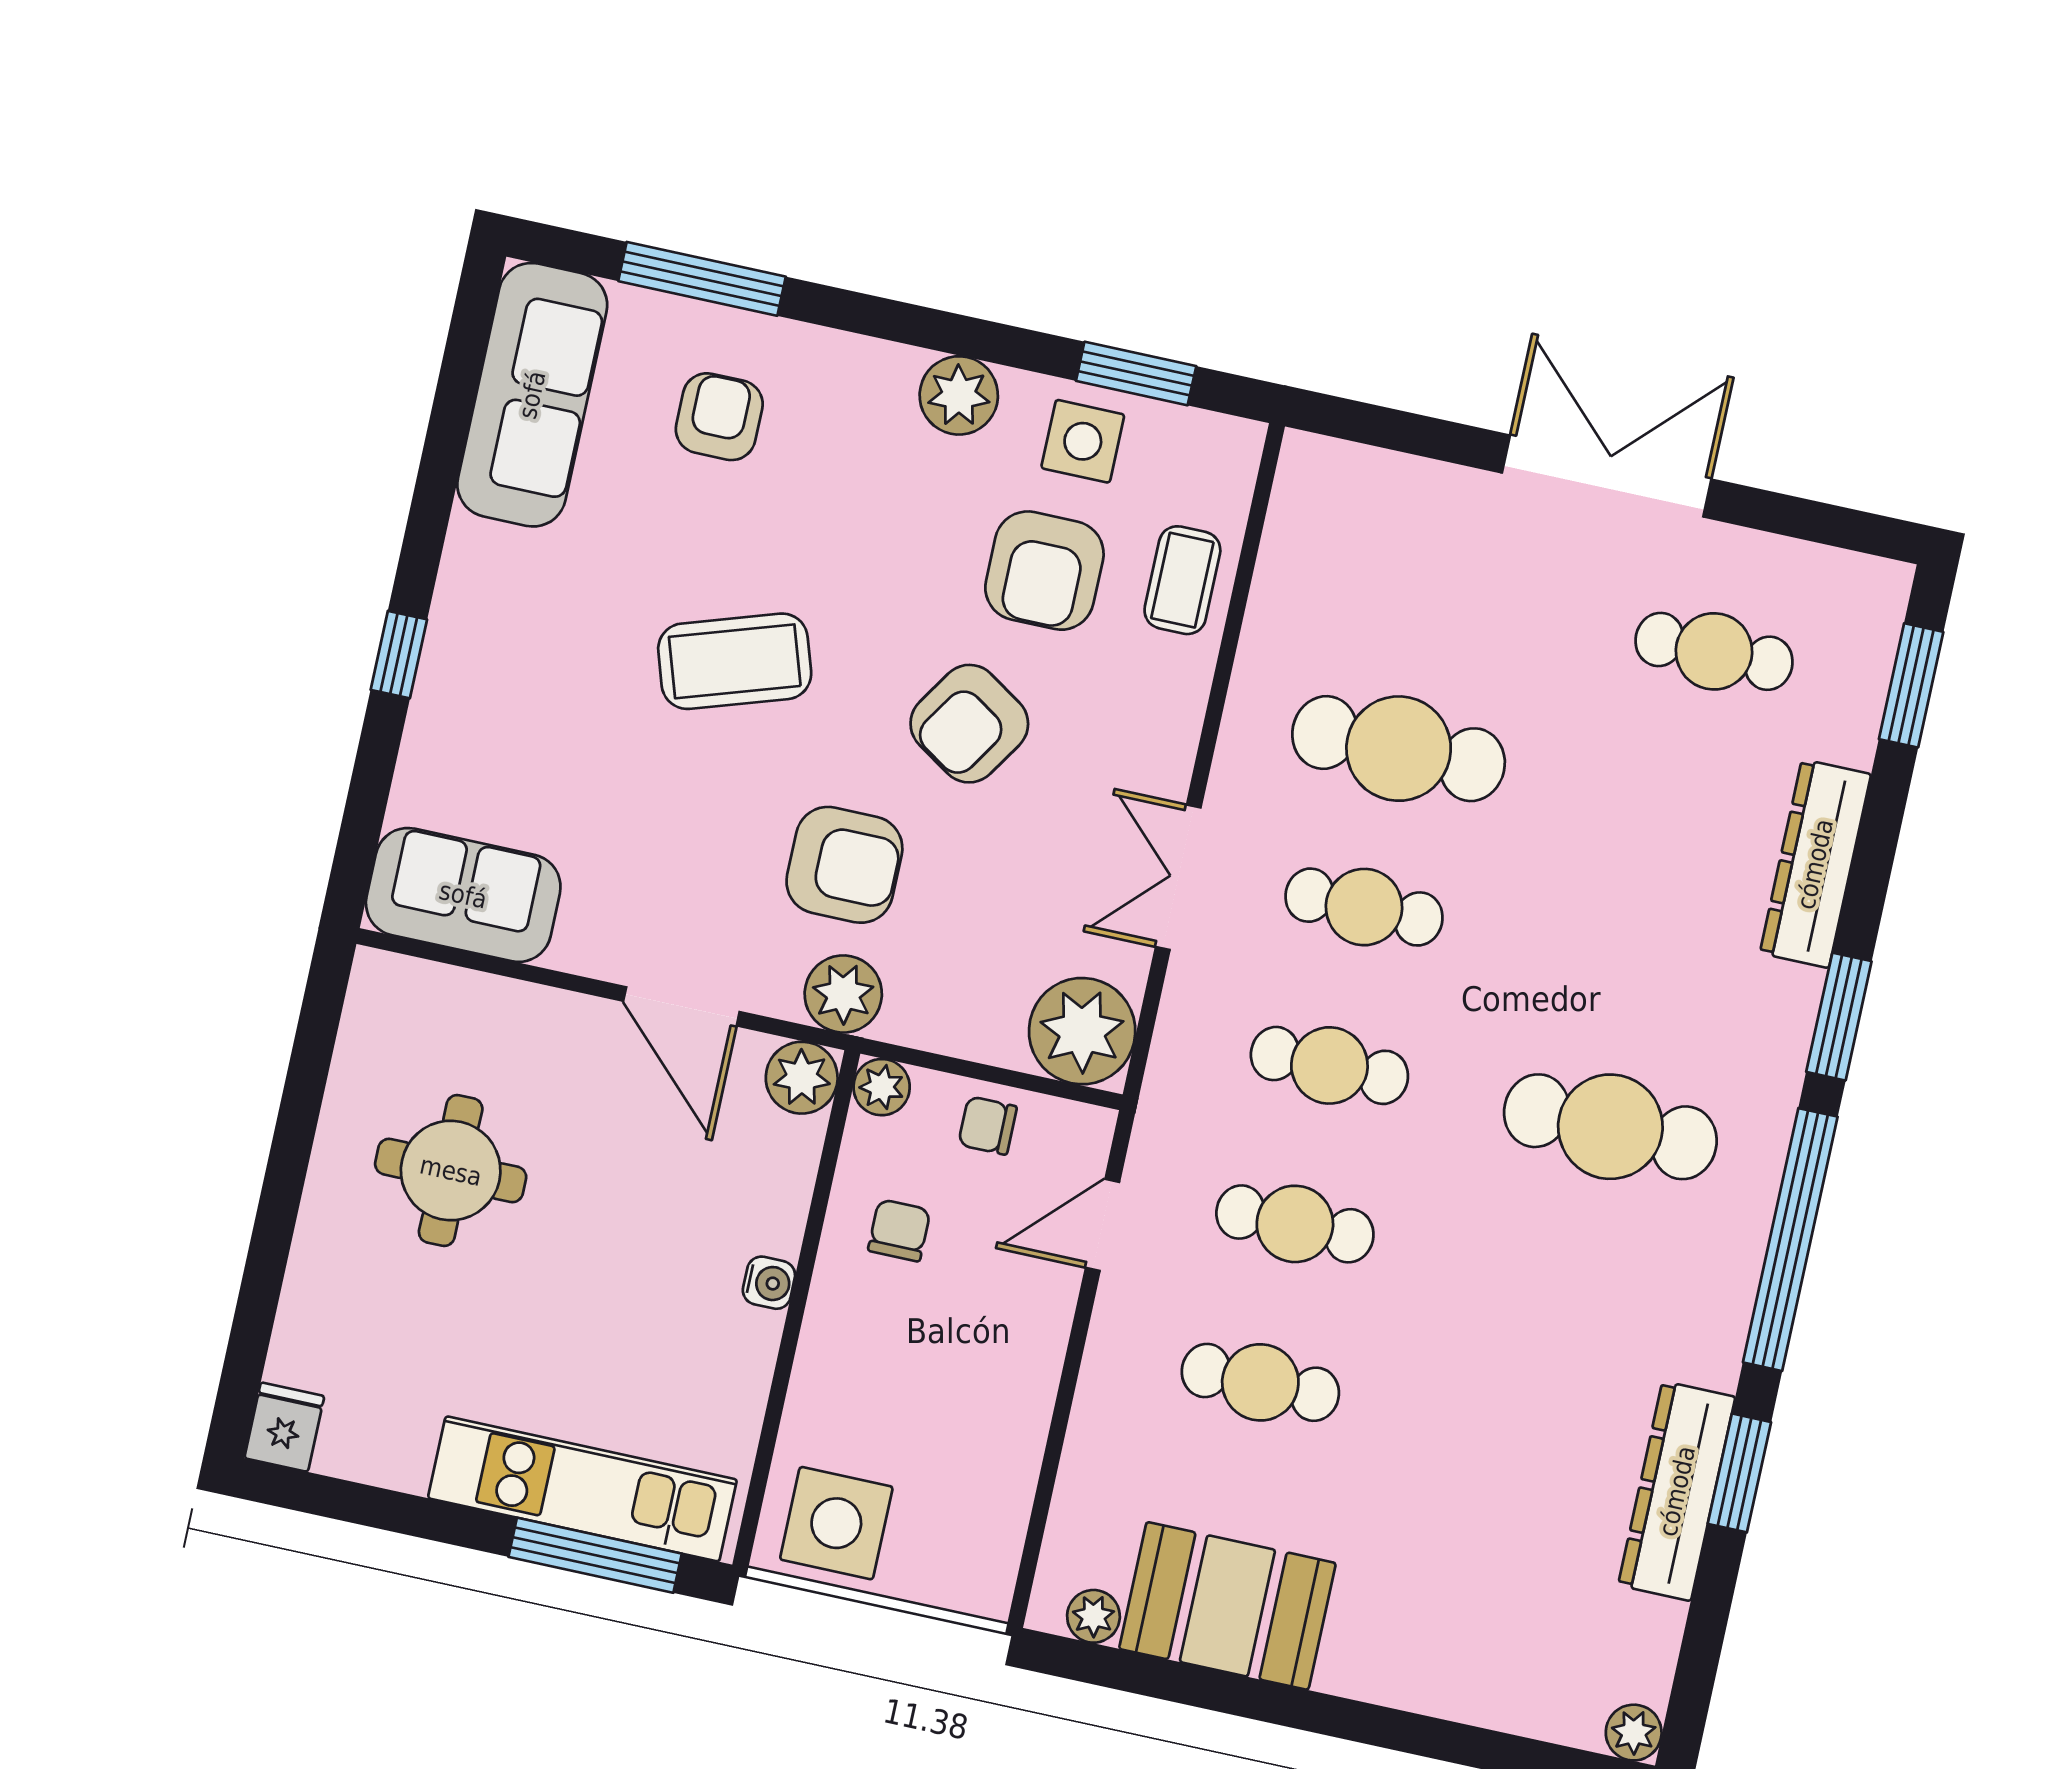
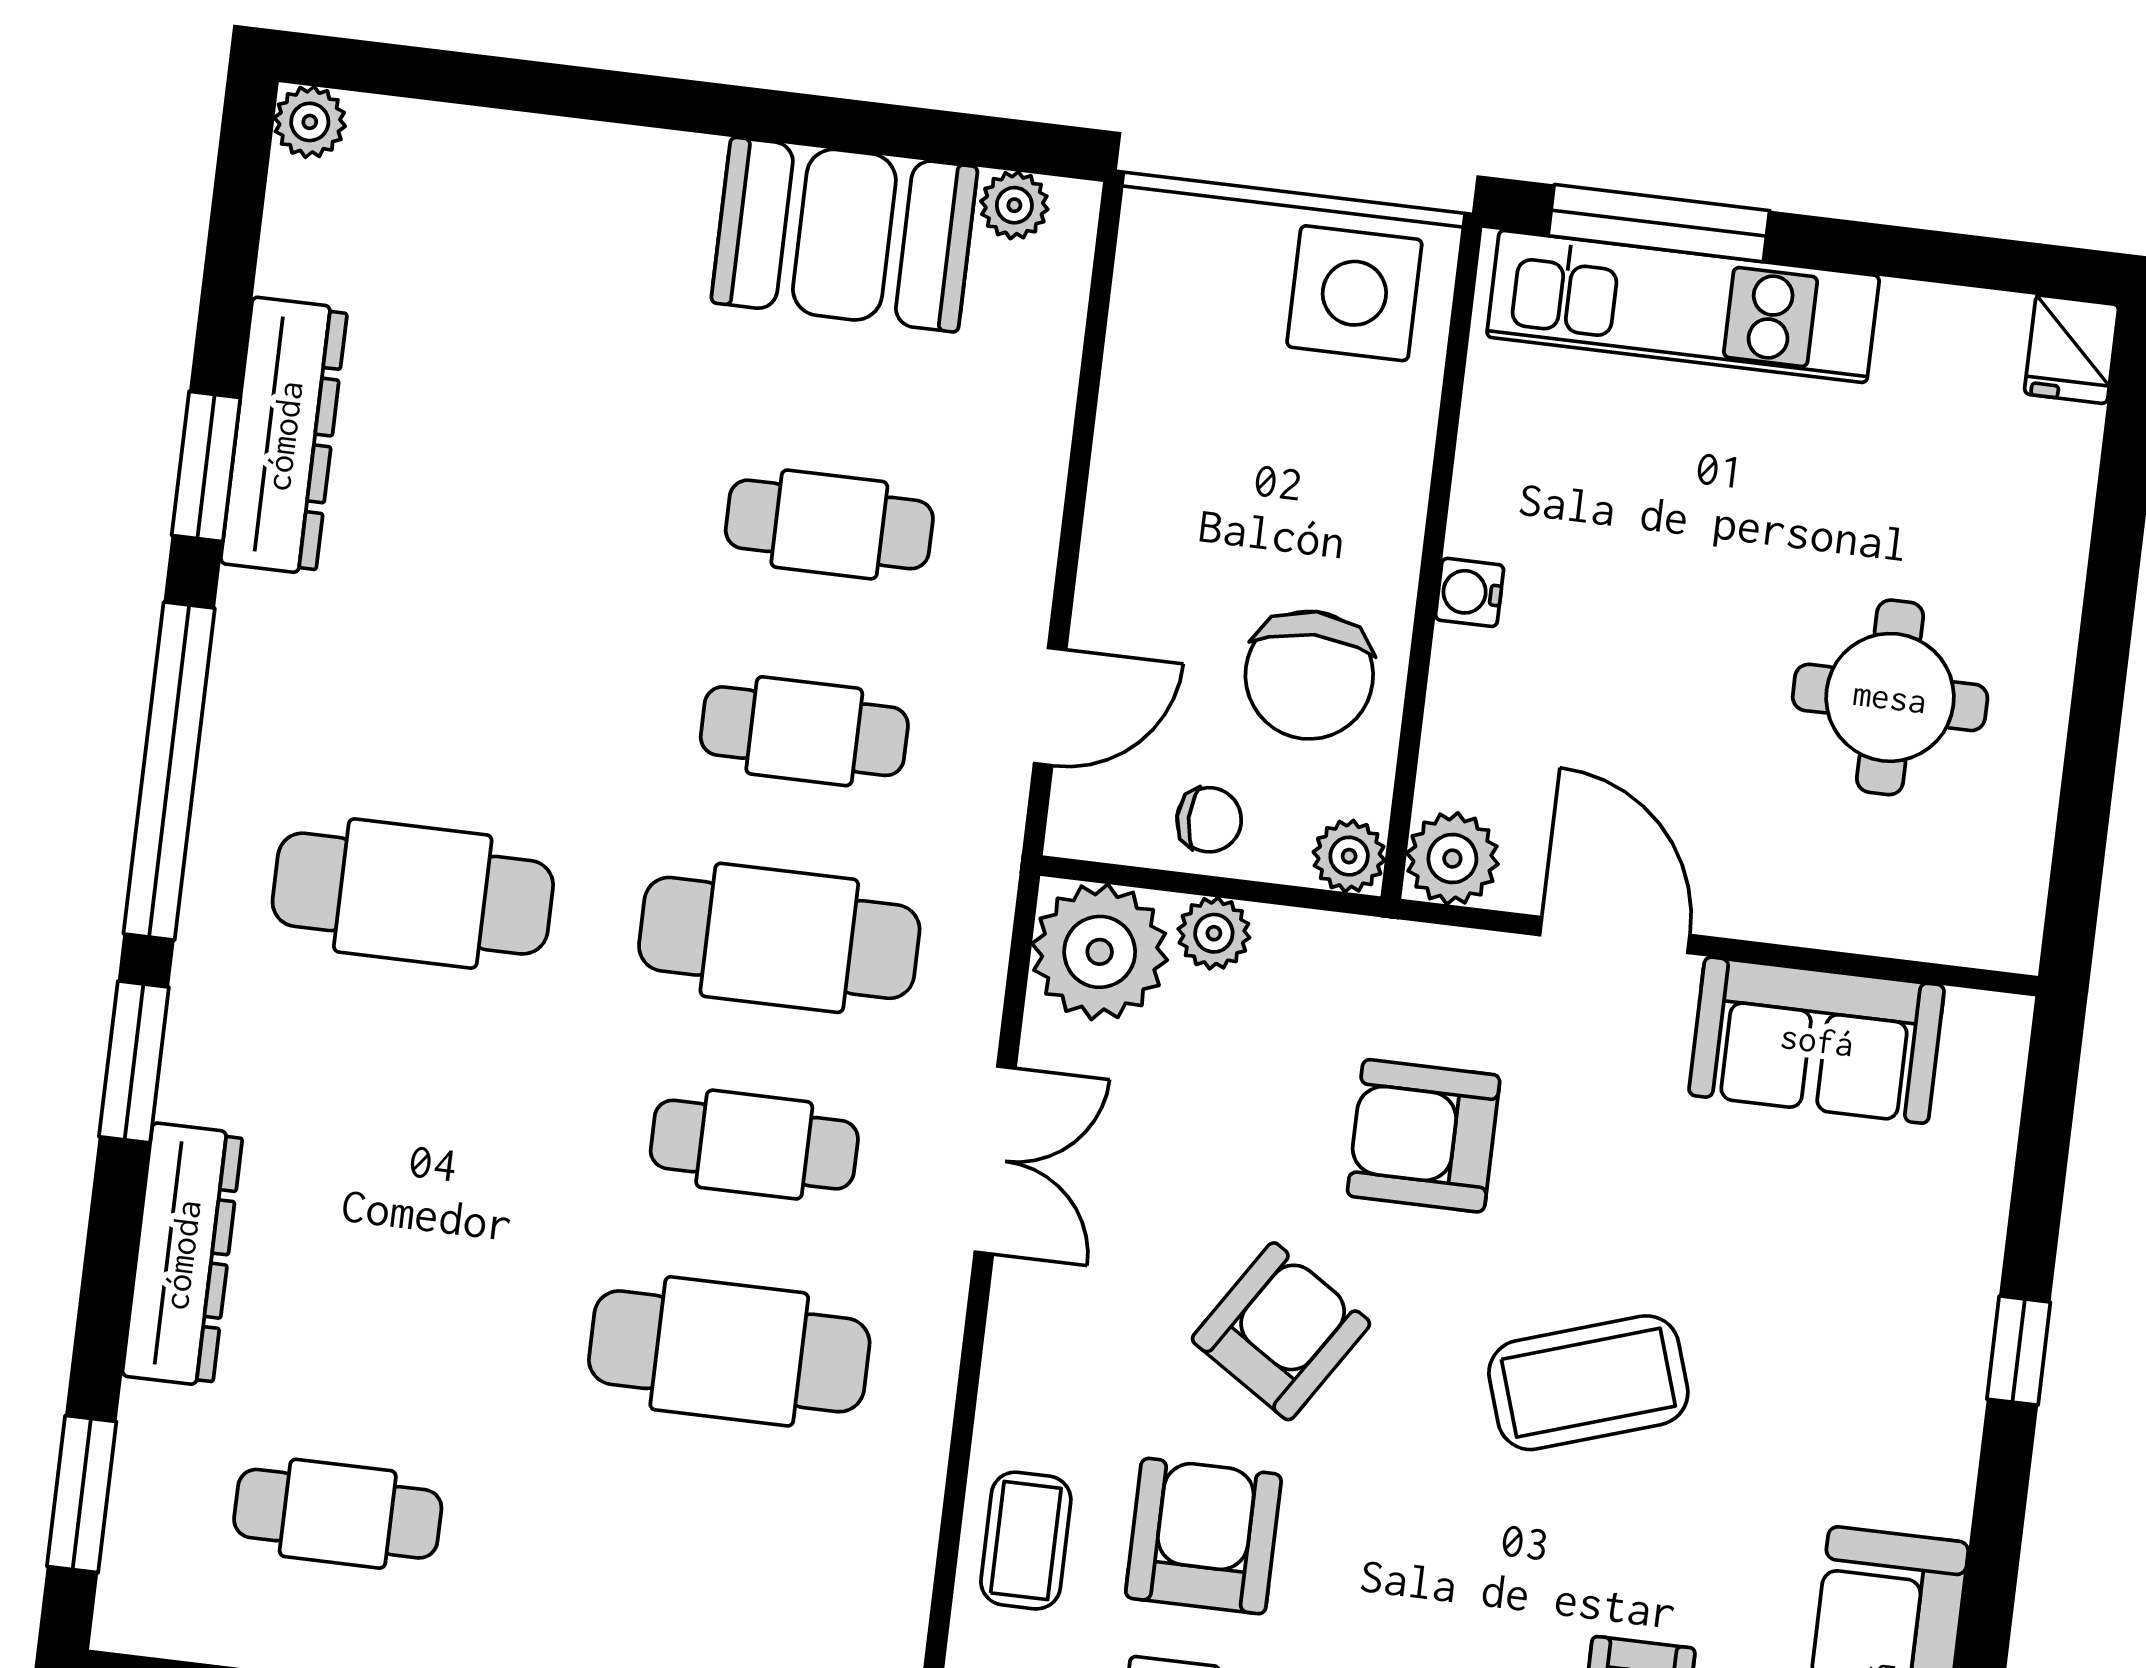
sofa: (463, 895) -> (1817, 1040), moved
plant: (843, 994) -> (1214, 933), moved, width x0.73, depth x0.73
cafe table: (1329, 1065) -> (779, 938), width x1.37, depth x1.35
chair: (899, 1230) -> (1309, 675), width x1.87, depth x1.87

